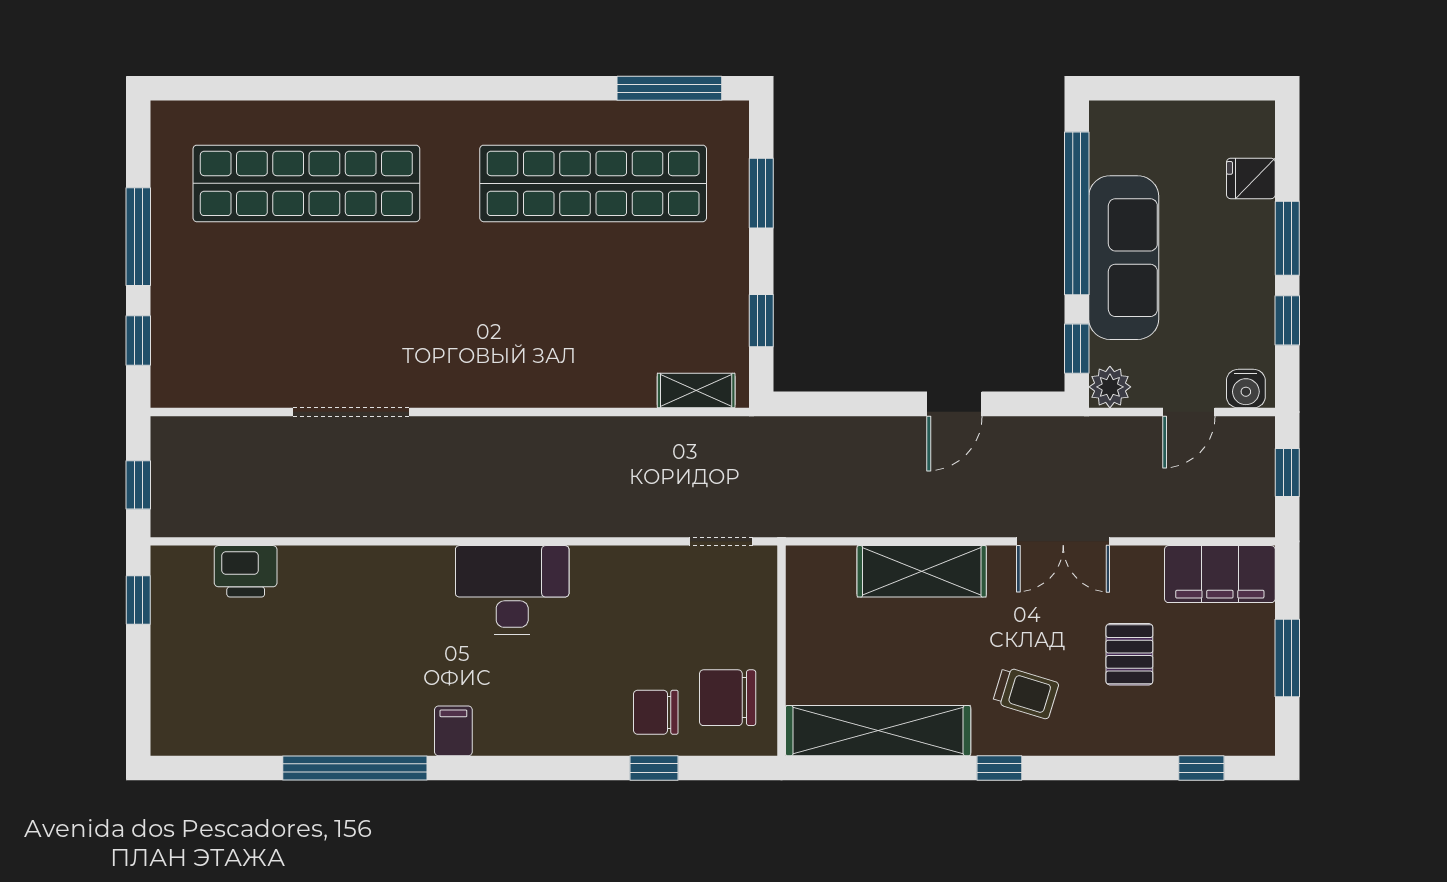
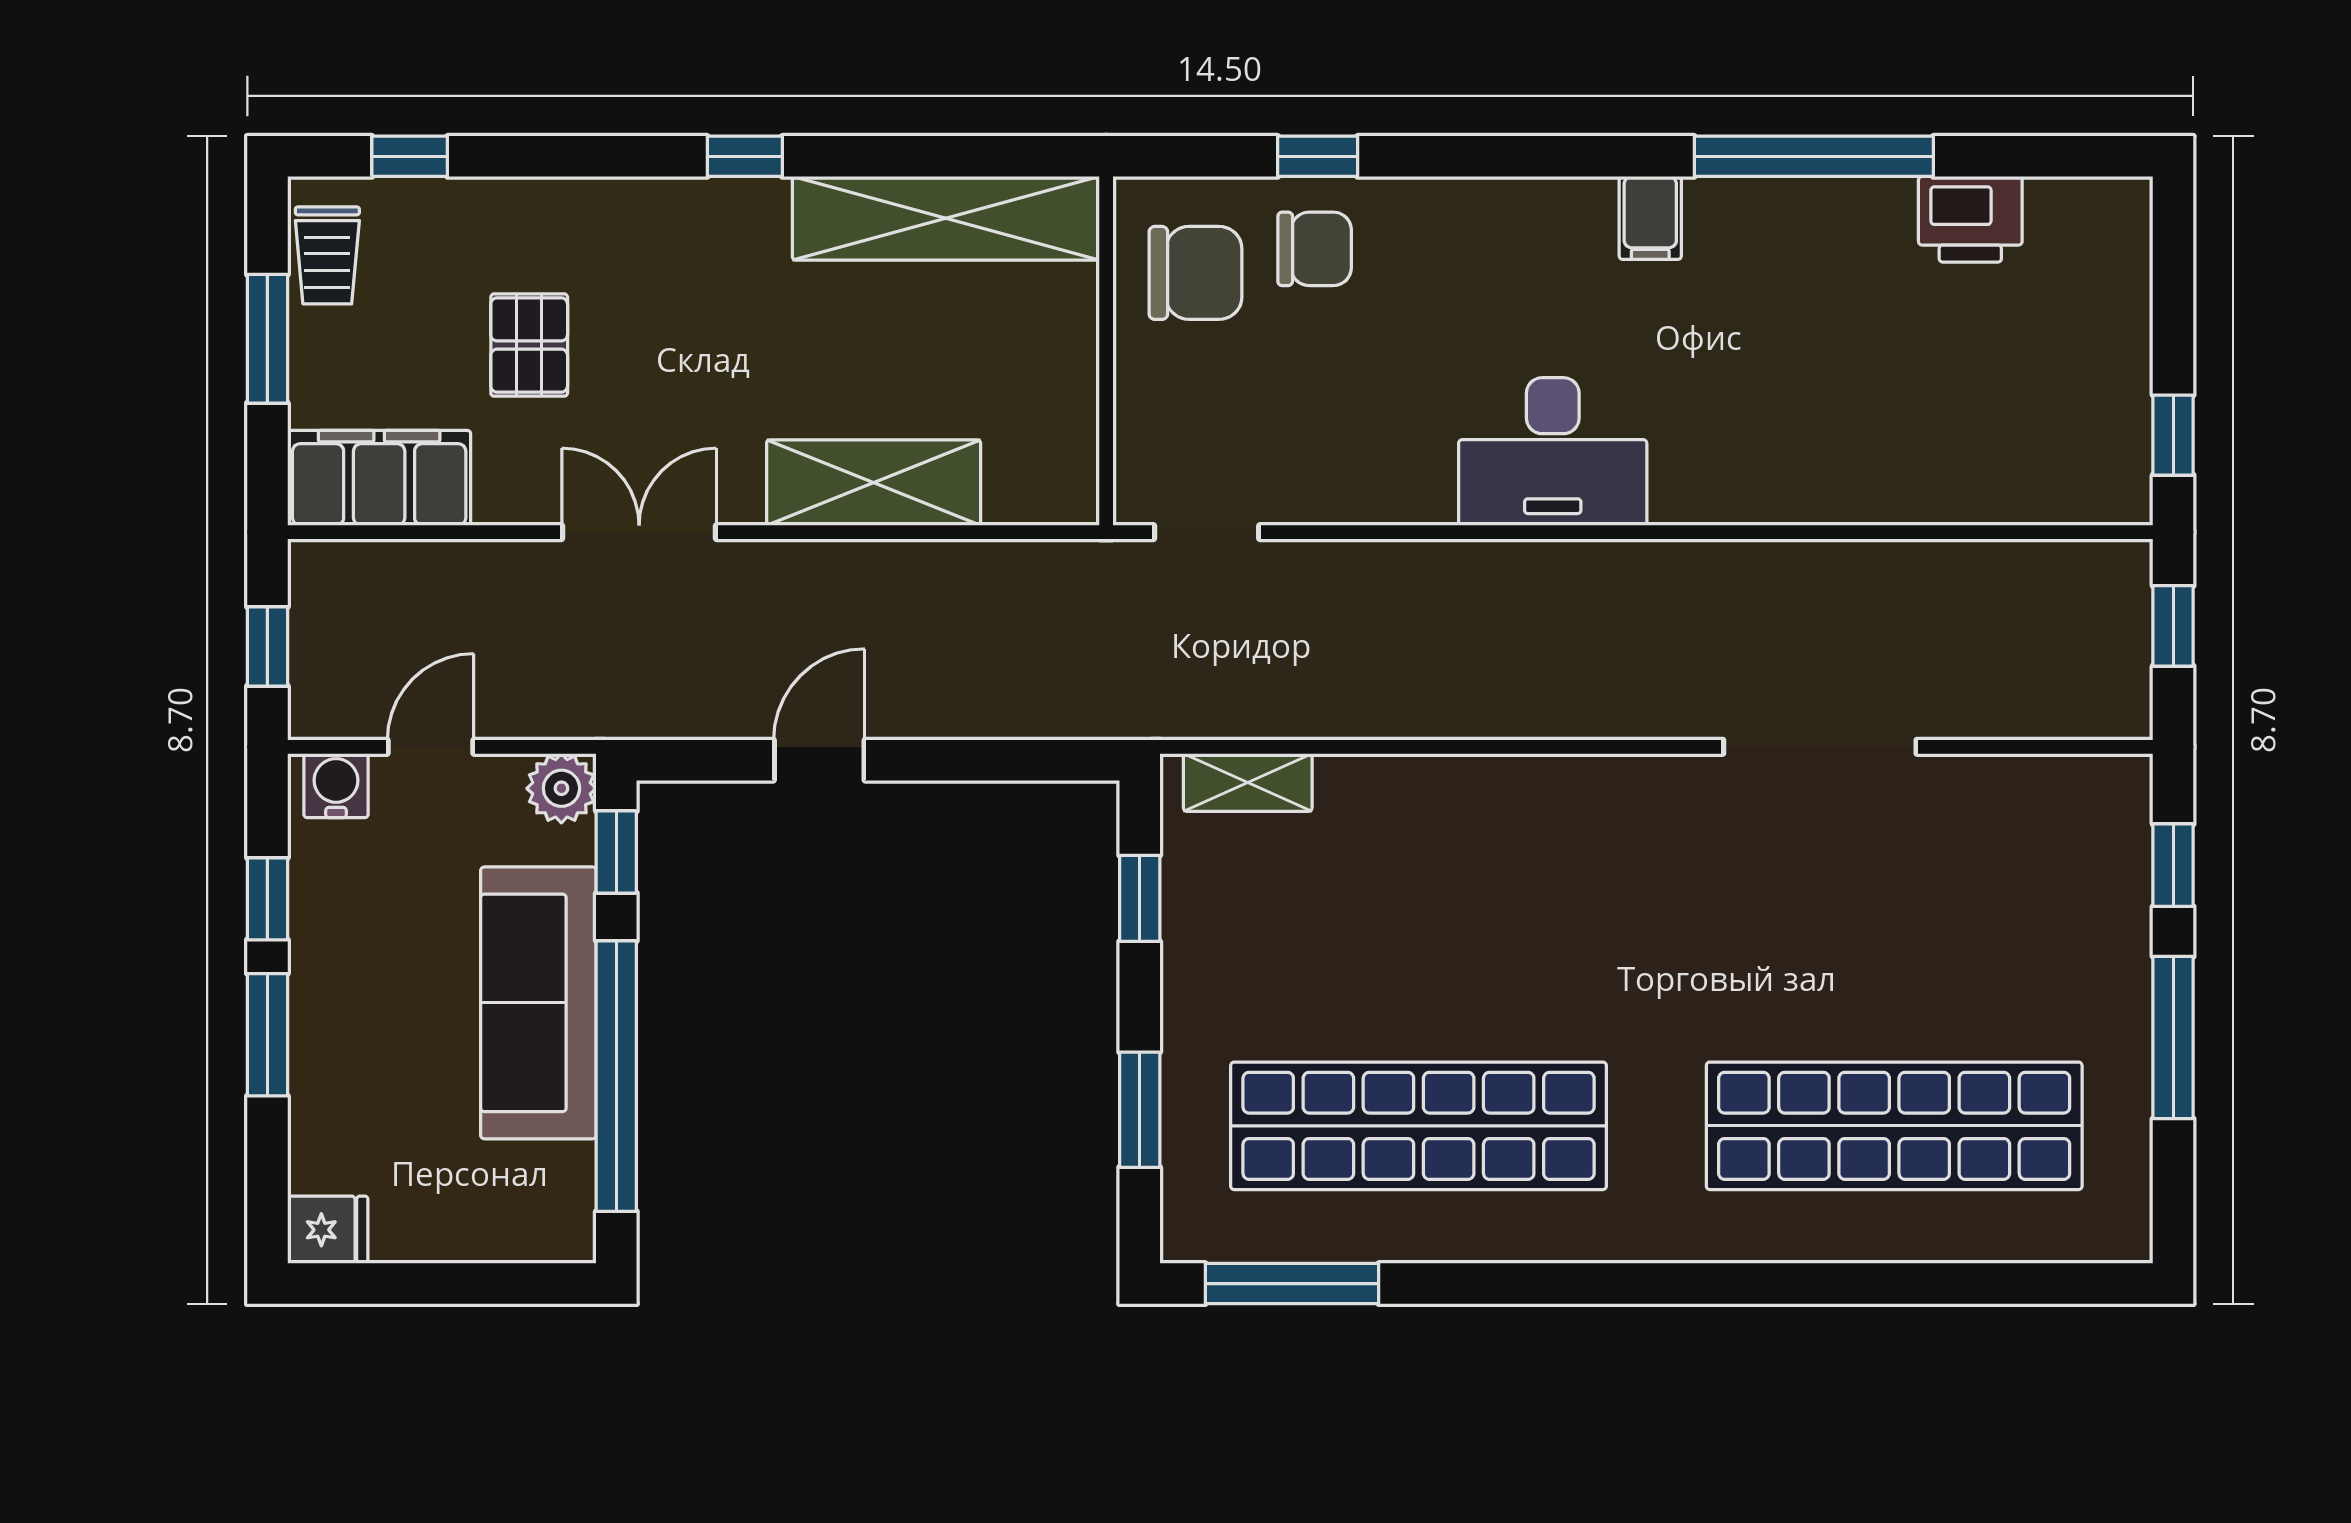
fridge: (1251, 178) -> (328, 1230), moved
printer: (246, 571) -> (1970, 219), moved, turned 180
trolley: (1026, 693) -> (327, 255), moved, turned -107

